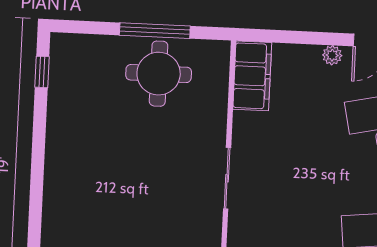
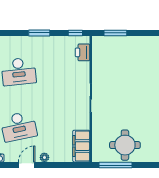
window: (155, 31) -> (116, 165), moved

